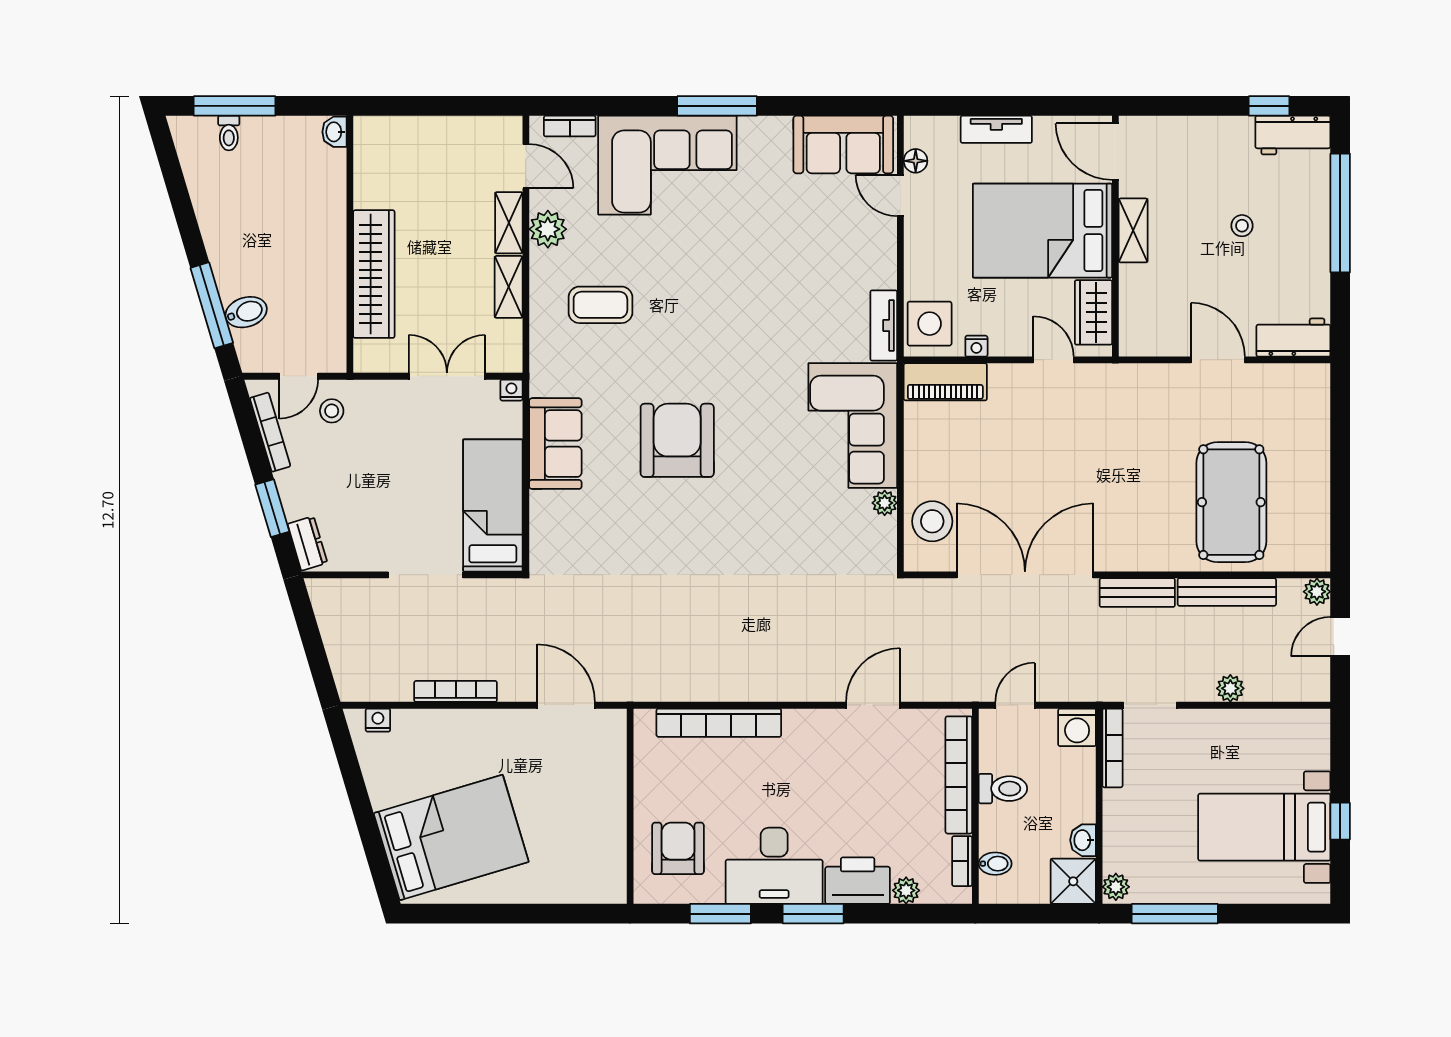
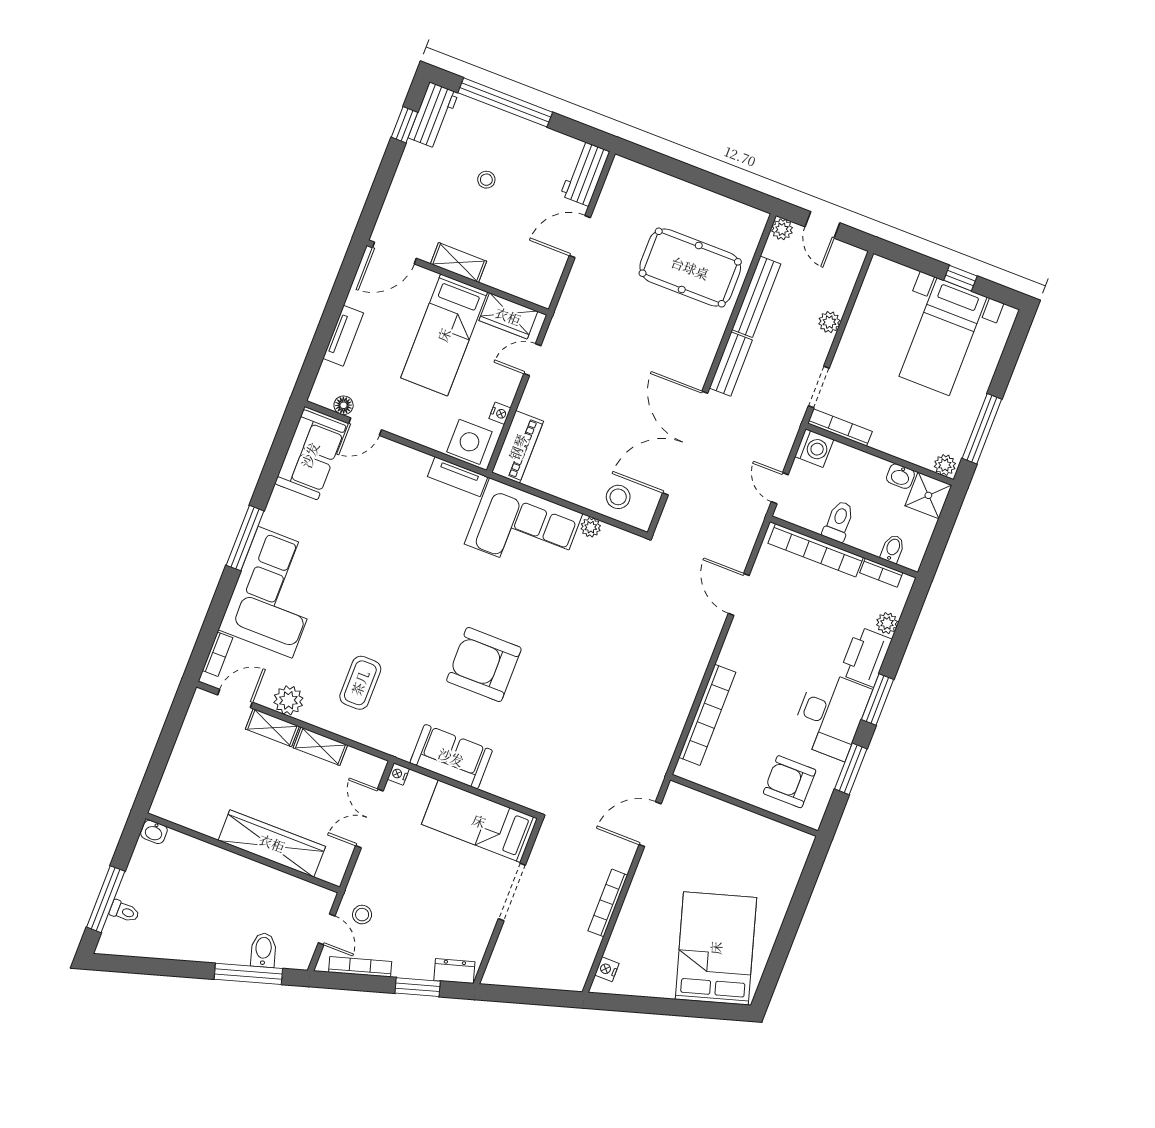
bed: (1043, 231) -> (444, 335), width x0.67
stool: (932, 521) -> (618, 497), width x0.73, depth x0.73

